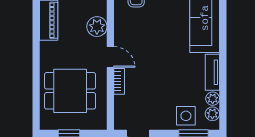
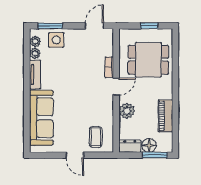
door: (110, 57) -> (116, 87), swing flipped

